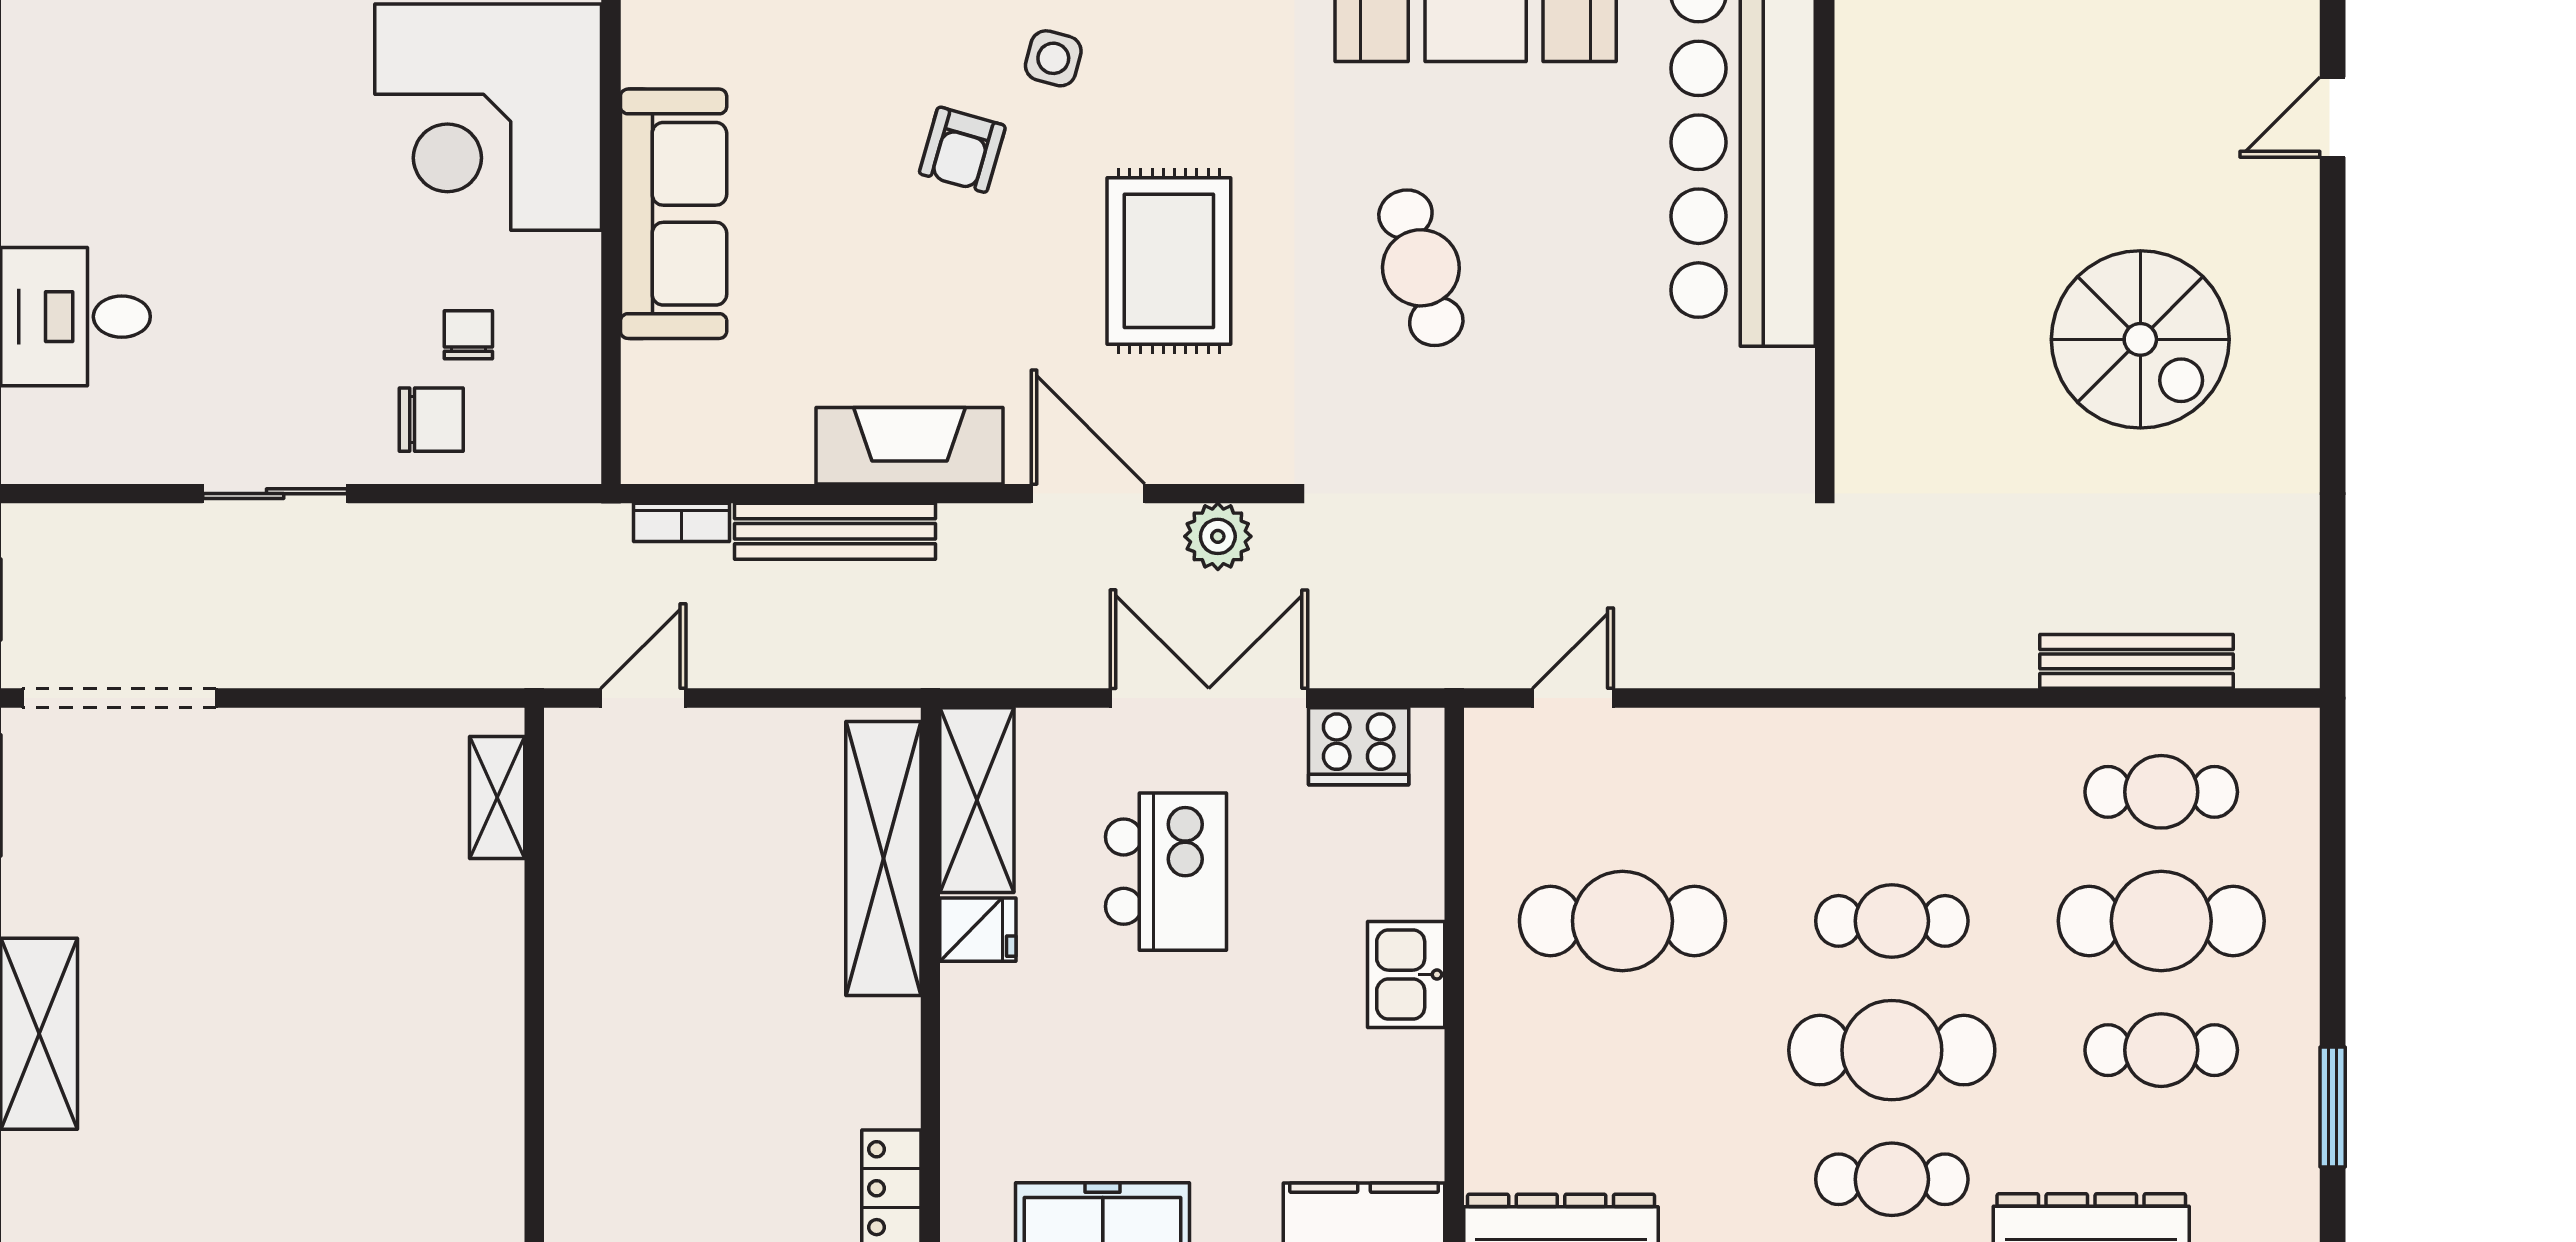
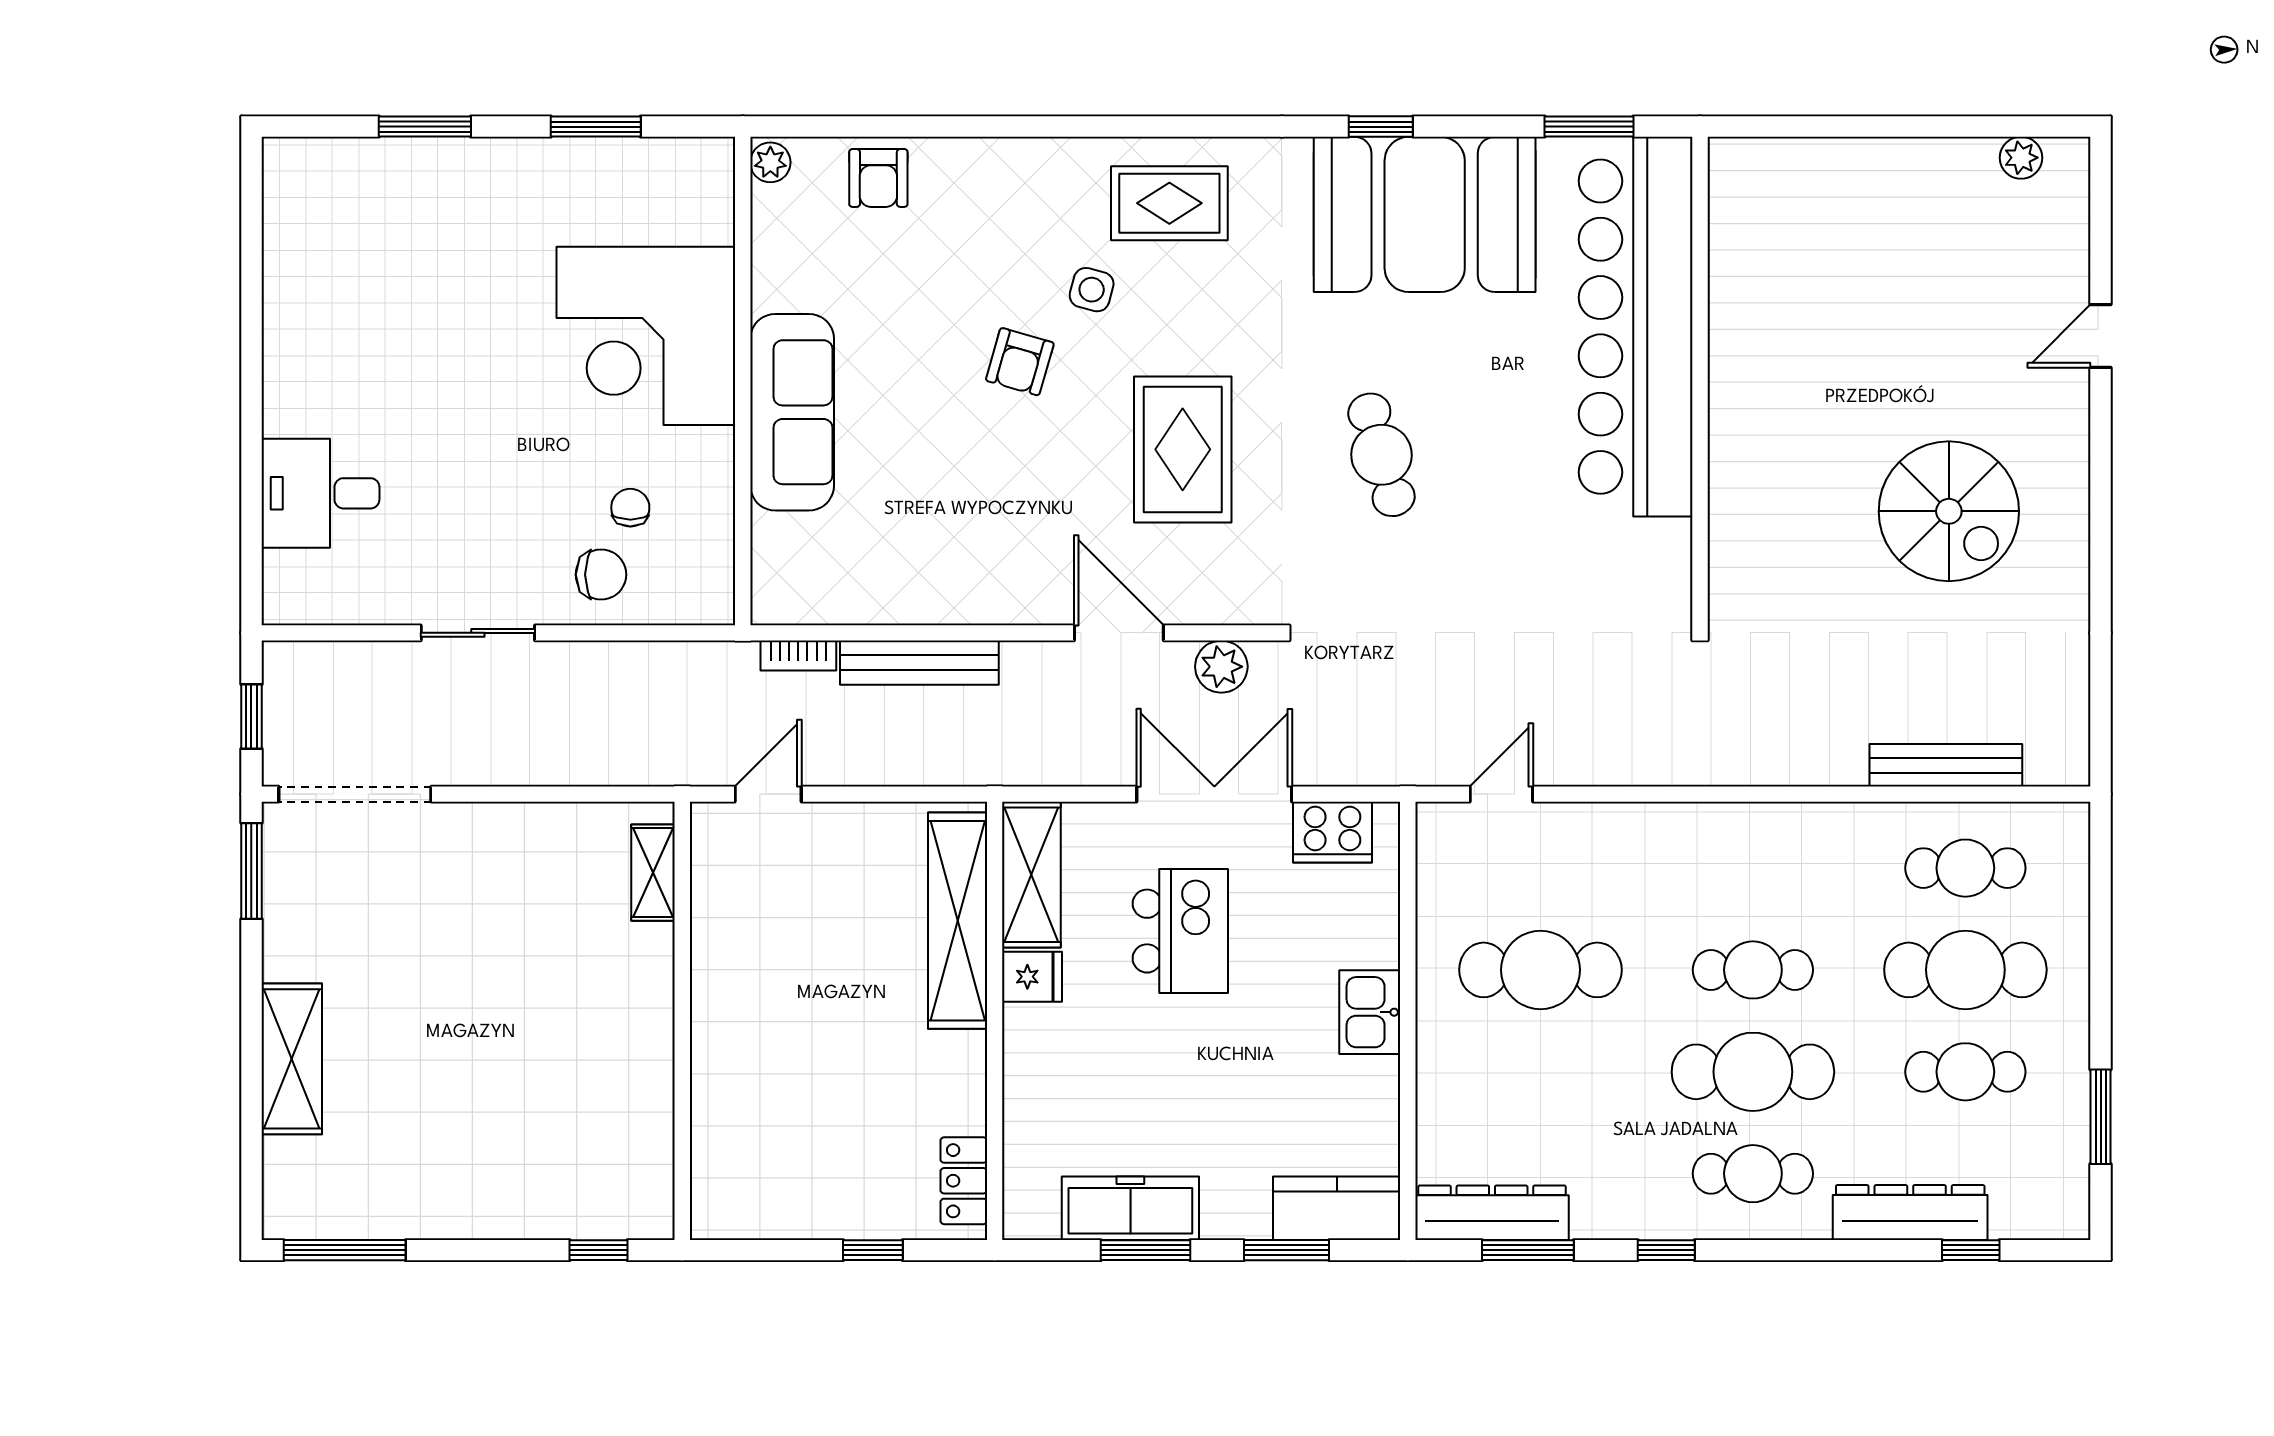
fireplace: (910, 446) -> (978, 595), removed

